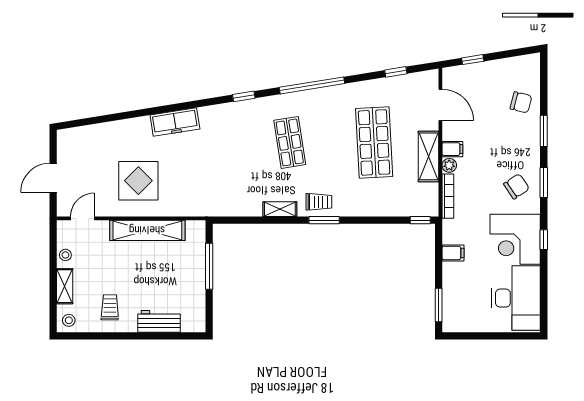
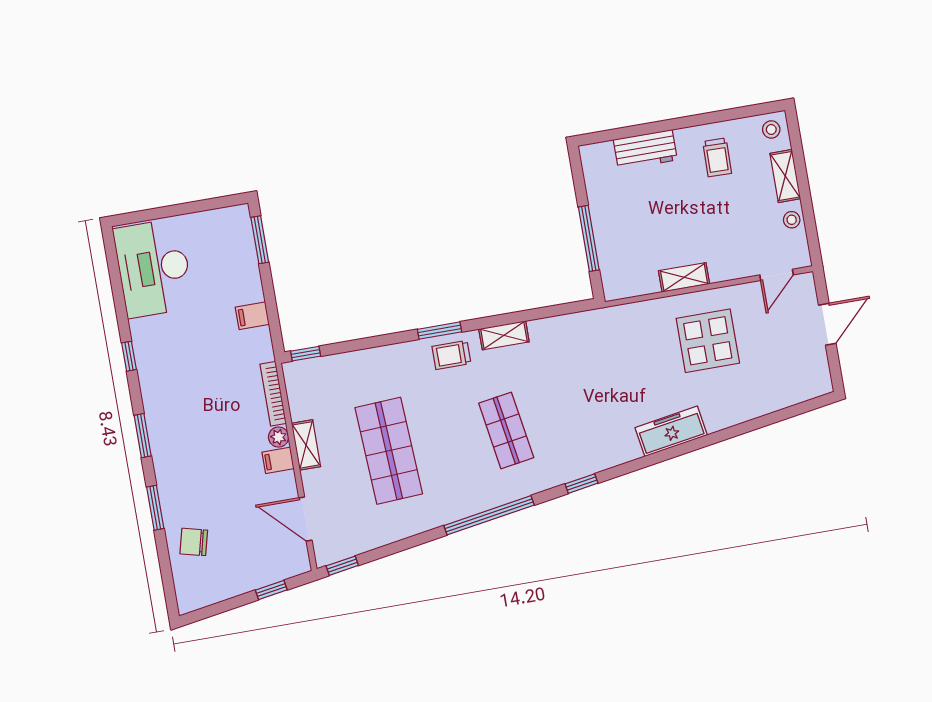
window: (396, 72) -> (342, 566), moved
shelving: (428, 156) -> (306, 445), width x0.67, depth x0.75
chair: (516, 186) -> (180, 424), removed
shelving: (147, 230) -> (684, 277), width x0.45, depth x0.75
corner desk: (515, 239) -> (169, 350), removed

